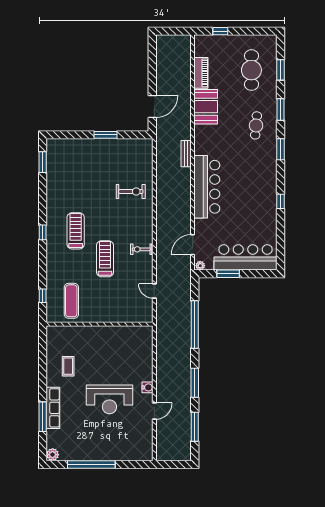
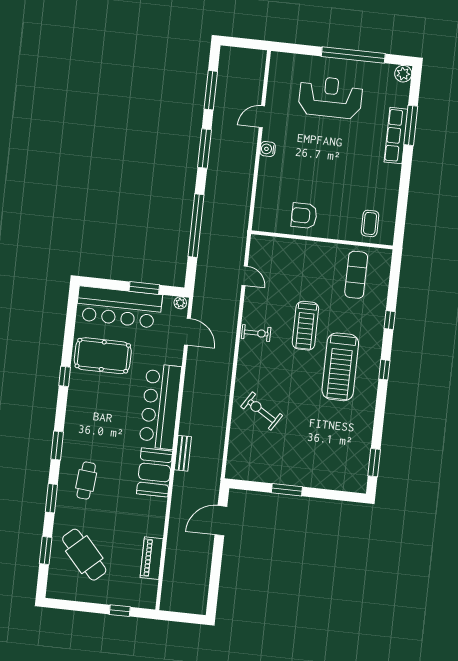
cafe table: (251, 70) -> (84, 555), turned -42
booth: (206, 107) -> (155, 472), moved
exercise bike: (131, 191) -> (262, 411), turned 32
pool table: (254, 220) -> (103, 356), added
treadmill: (76, 231) -> (340, 367), width x1.37, depth x1.38
door: (193, 245) -> (187, 332), hinge flipped
window: (43, 296) -> (390, 320), moved
armchair: (115, 341) -> (304, 216), added
coffee table: (68, 366) -> (370, 223), moved
reception desk: (109, 399) -> (330, 97), moved

